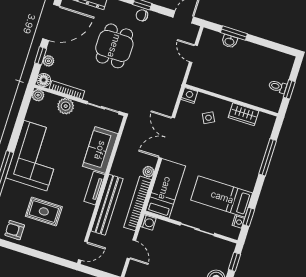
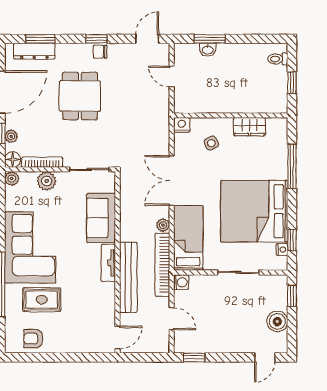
toilet: (278, 87) -> (278, 59), moved
bed: (222, 197) -> (254, 211), width x2.04
rug: (44, 211) -> (42, 300), moved

